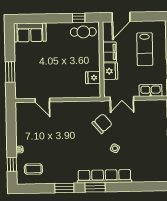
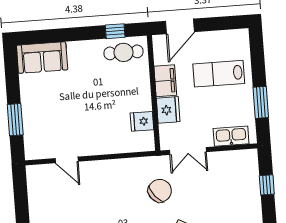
lab bench: (145, 49) -> (219, 74), turned 90

